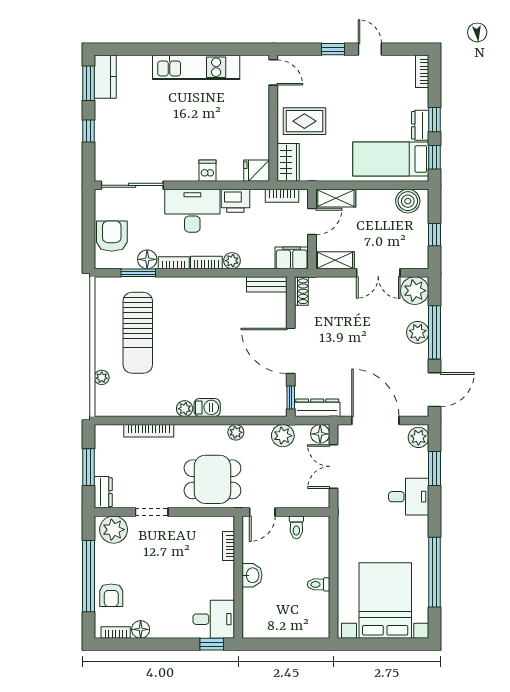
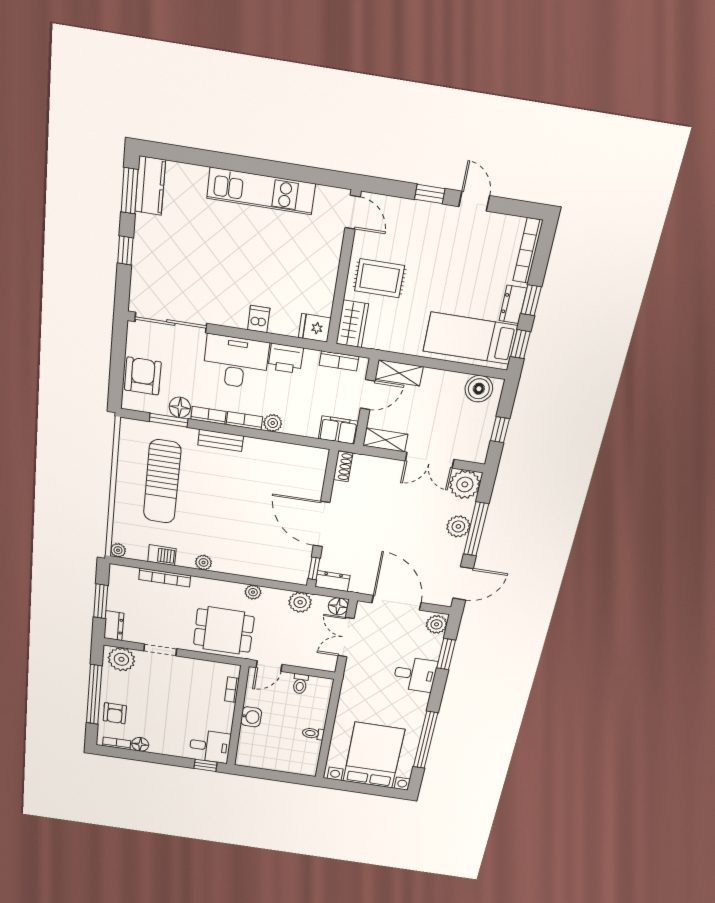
bookcase: (422, 71) -> (528, 251), width x1.56
bench: (267, 284) -> (221, 440), moved
plant: (102, 377) -> (118, 550), moved
barbecue: (207, 407) -> (162, 555), moved
dresser: (317, 408) -> (332, 581), width x0.70

